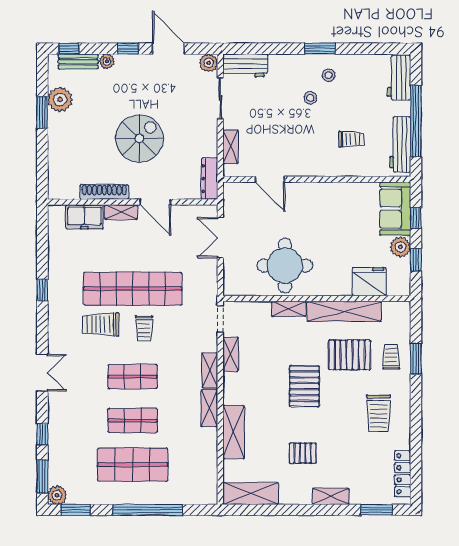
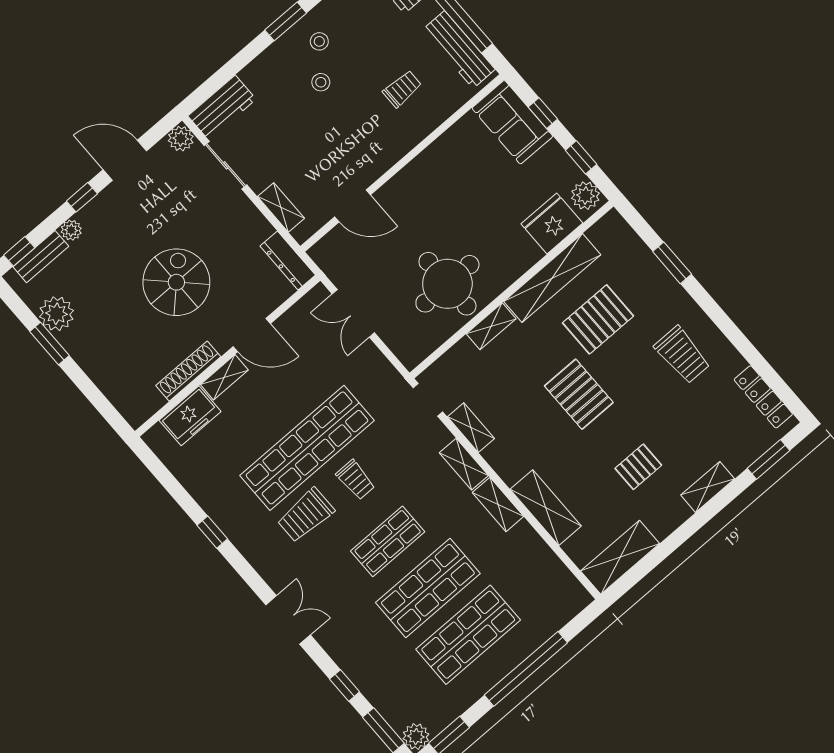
plant: (400, 247) -> (585, 196), moved
trolley: (391, 357) -> (644, 283), removed
shop shelf: (133, 421) -> (428, 588), width x1.43, depth x1.36

